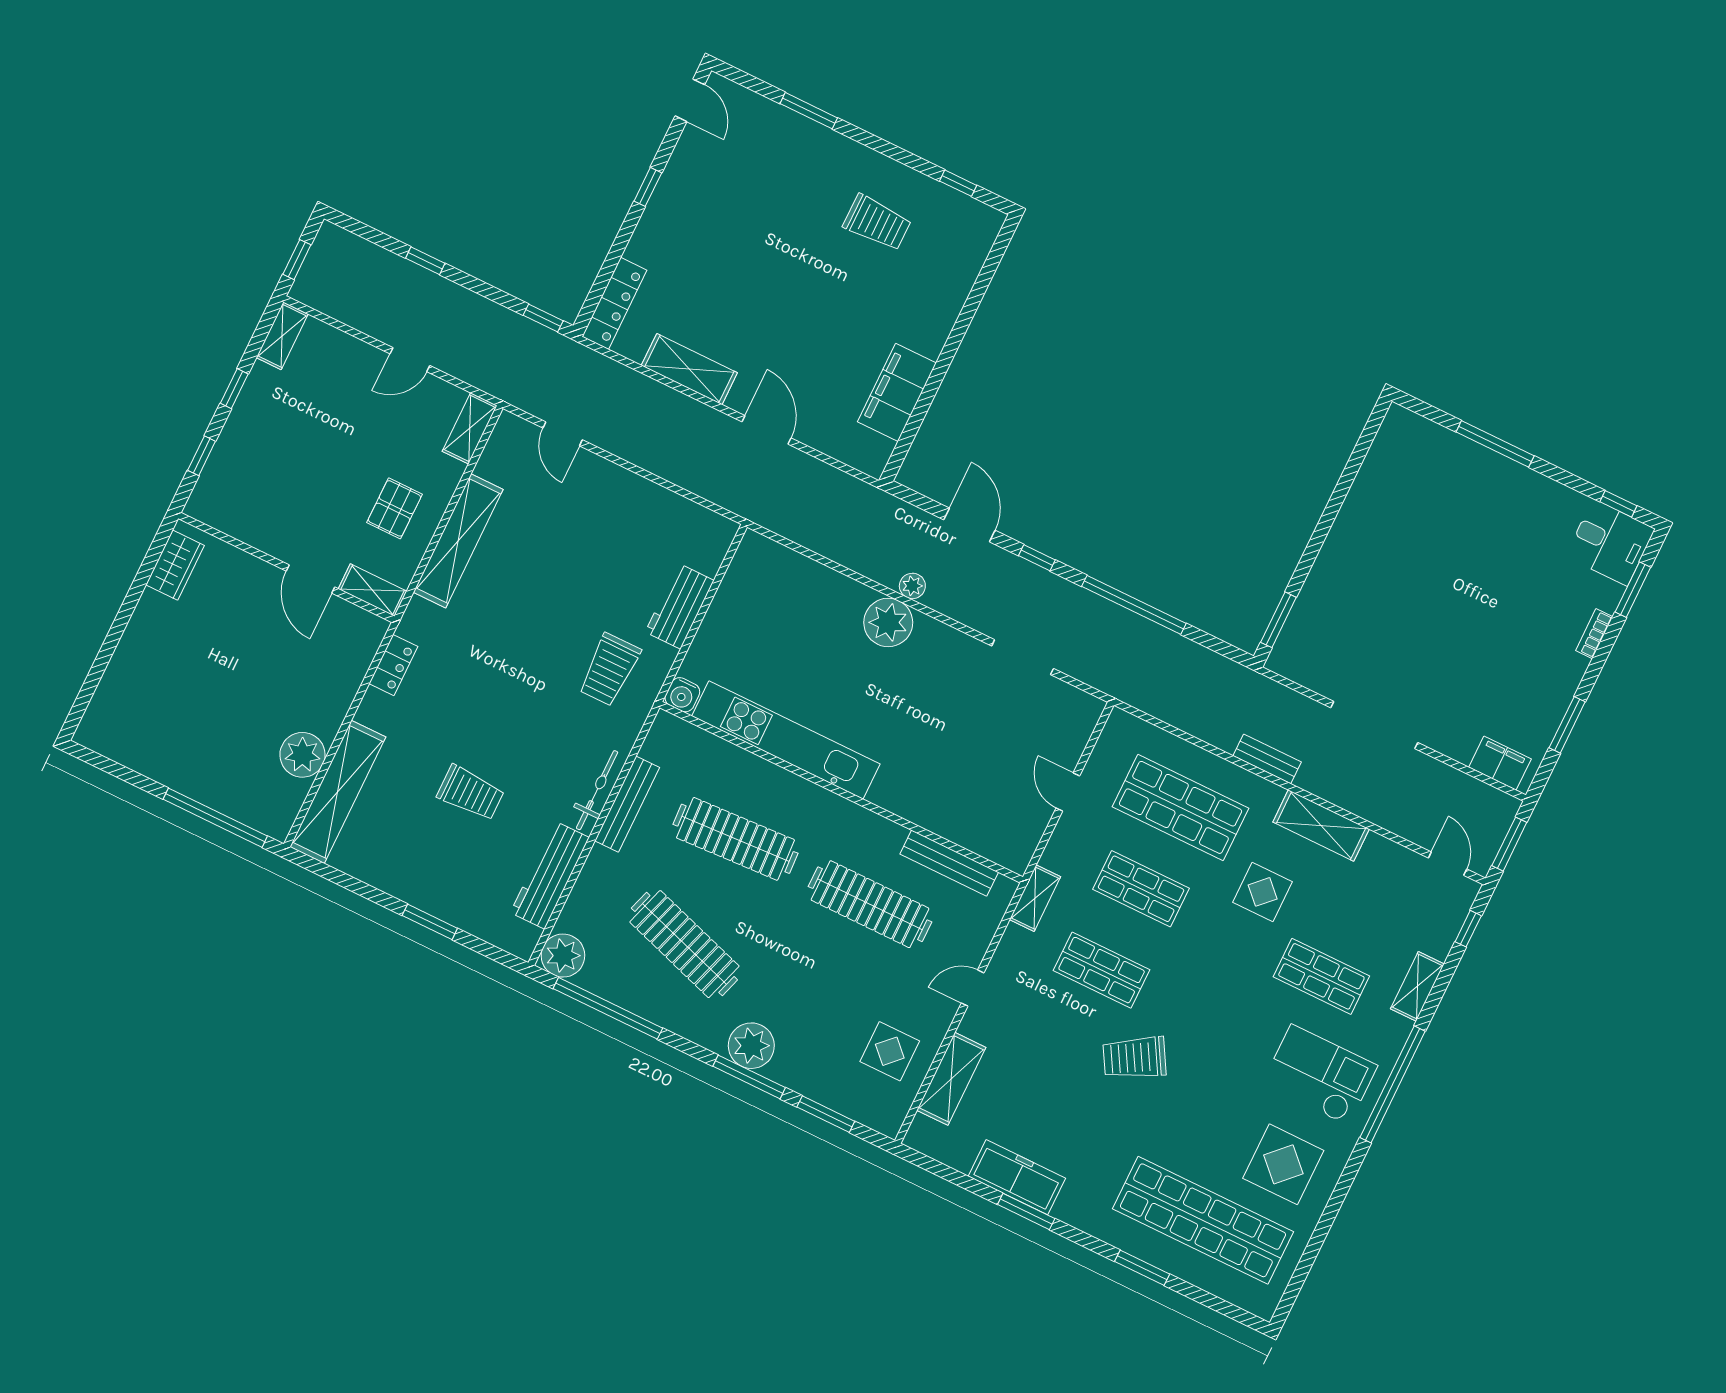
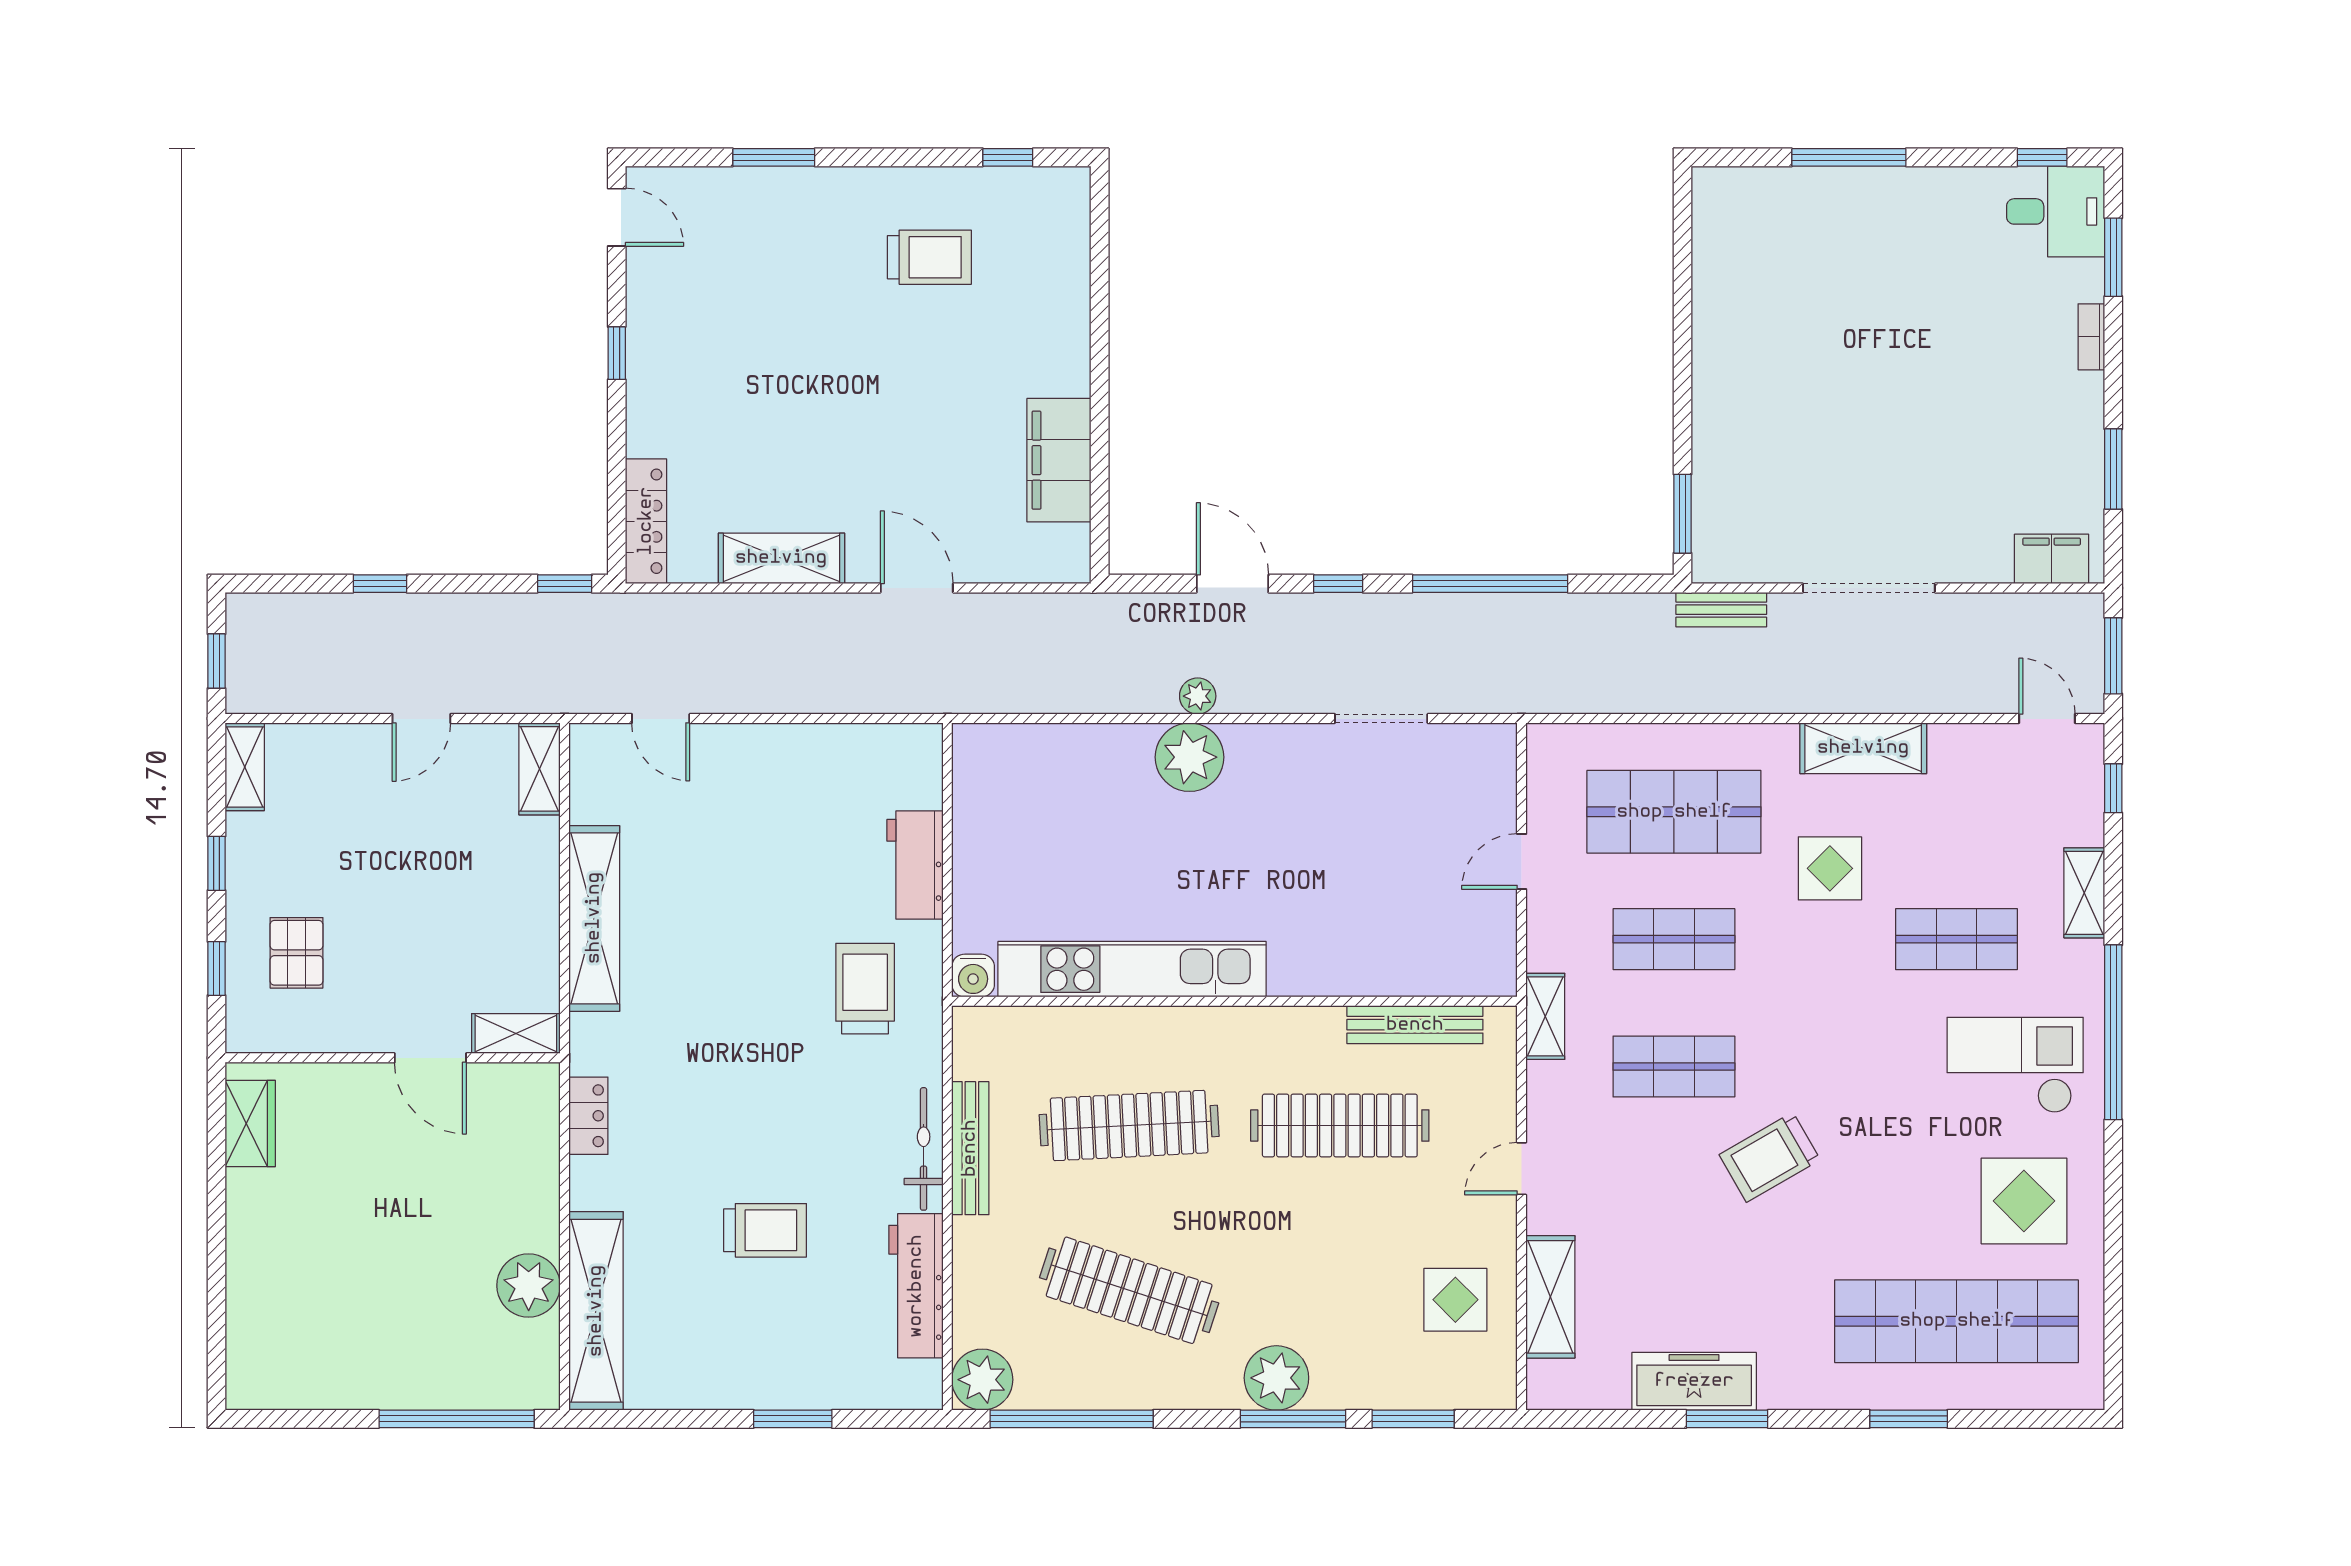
pallet: (394, 508) -> (297, 953), moved
trolley: (609, 670) -> (865, 989), turned 180
bench: (1267, 759) -> (1721, 610), moved
door: (1068, 792) -> (1522, 861), hinge flipped

